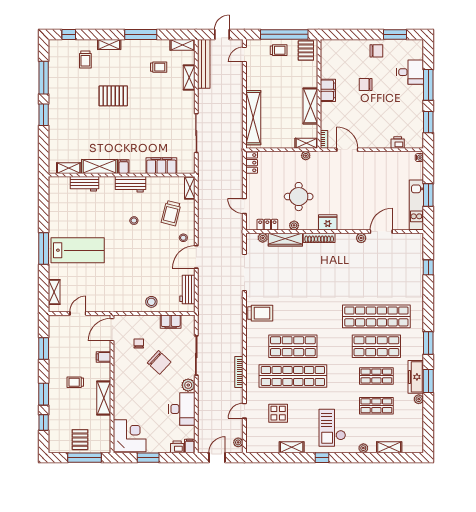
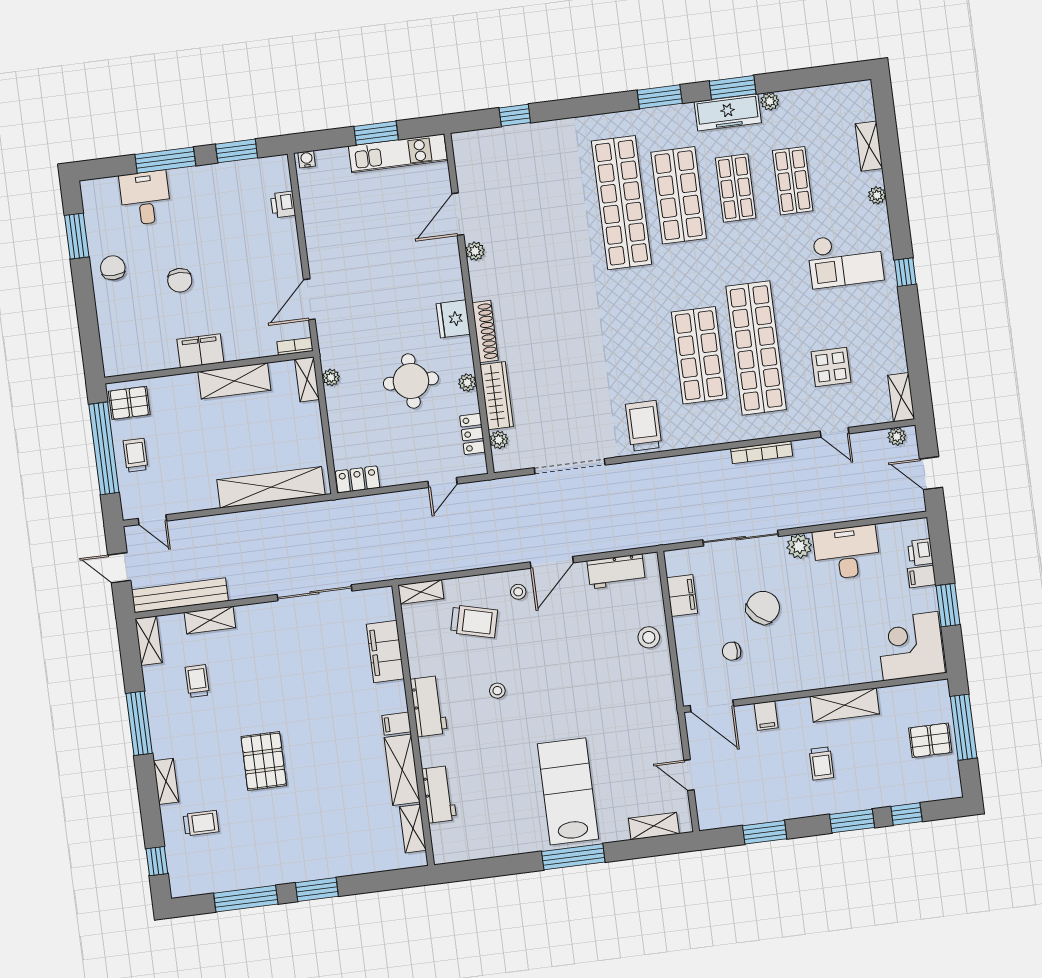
door: (381, 232) -> (458, 214), hinge flipped
door: (196, 257) -> (552, 562), hinge flipped
filing cabinet: (190, 446) -> (922, 577), moved
shelving: (292, 447) -> (901, 397), moved

